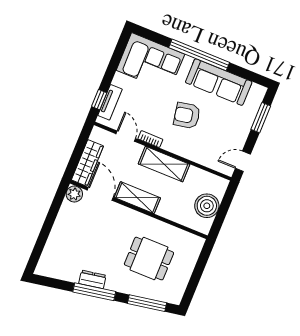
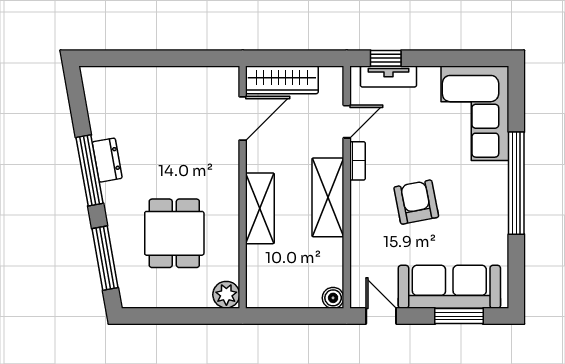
sofa: (219, 82) -> (449, 287), moved, turned 90
plant: (74, 194) -> (226, 295), moved
shelving: (137, 198) -> (260, 208), moved
boiler: (207, 206) -> (333, 298), moved, width x0.54, depth x0.54

